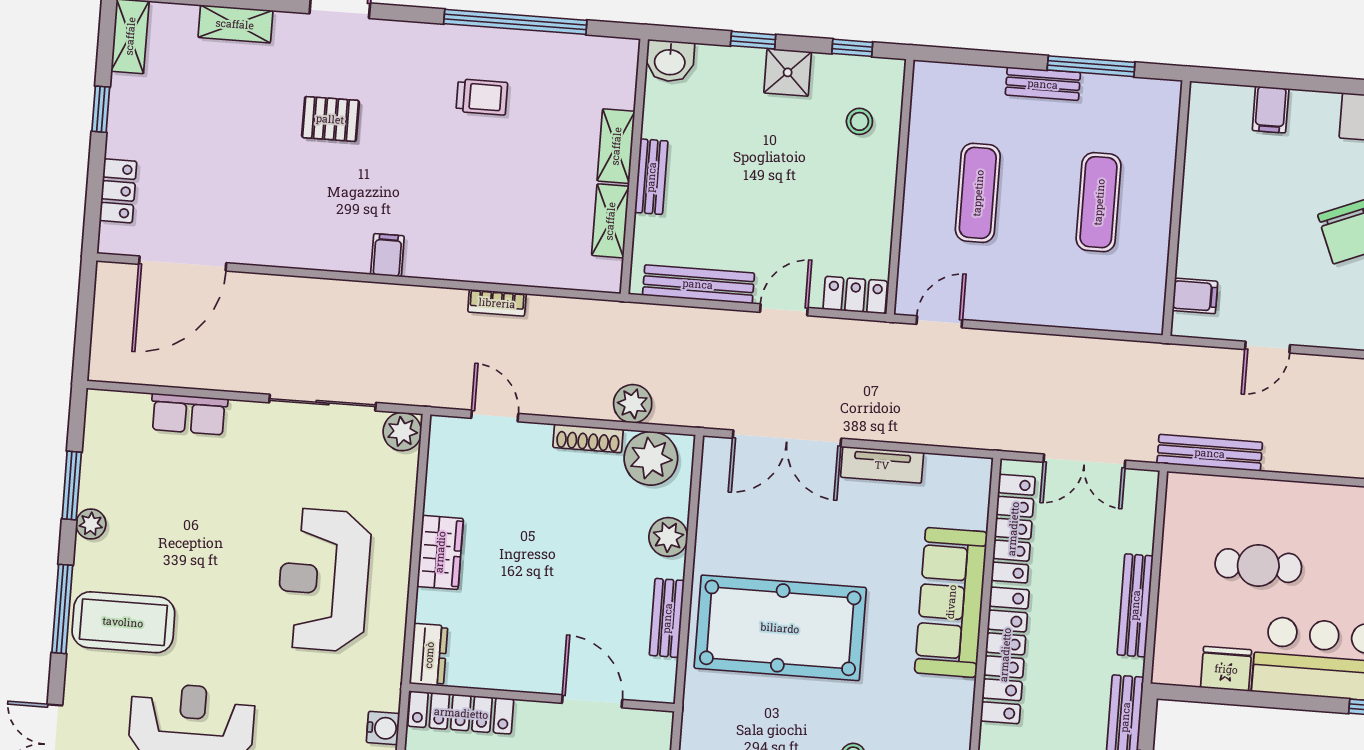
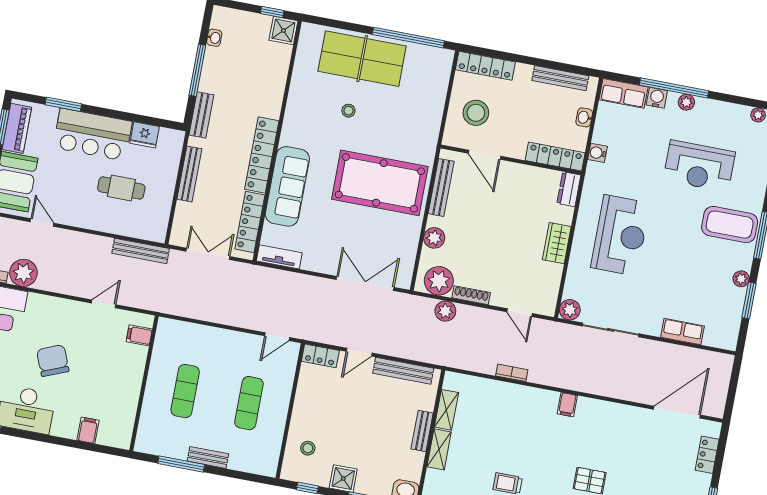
tv unit: (882, 465) -> (279, 257), moved
bench: (667, 618) -> (441, 187), width x1.36

